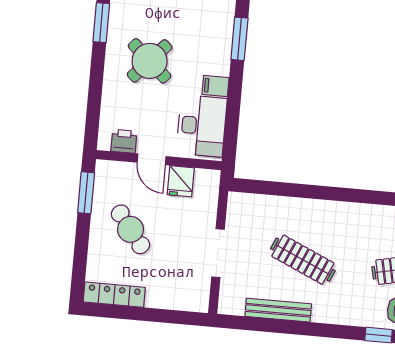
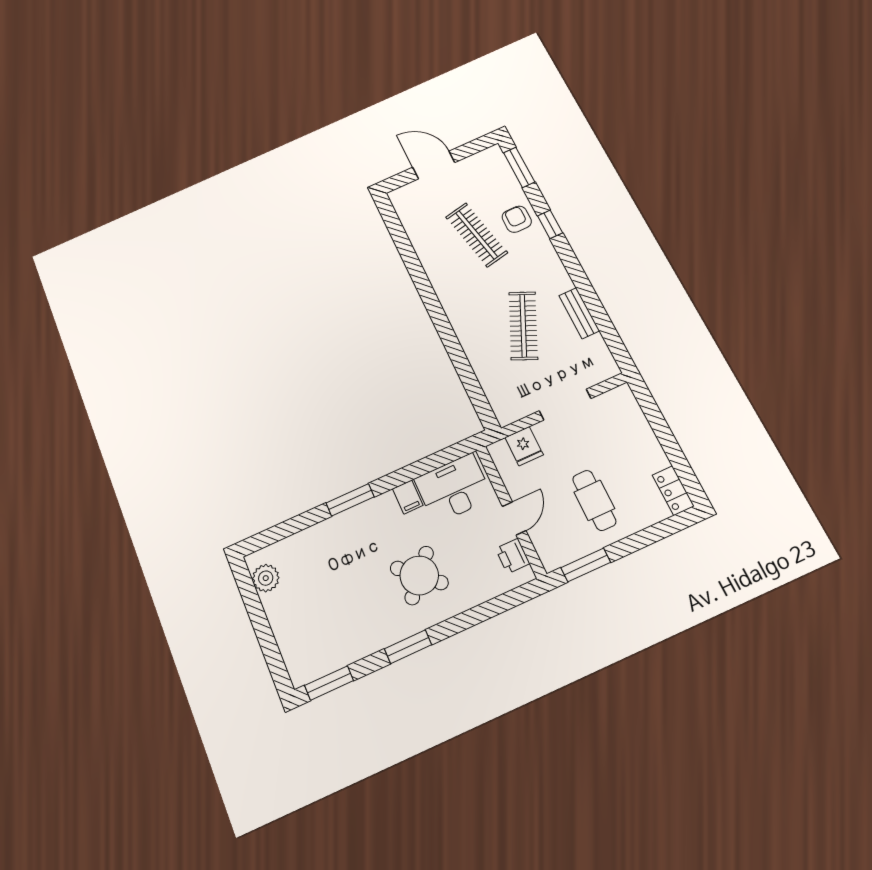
fridge: (181, 181) -> (524, 446), moved, turned 90
cafe table: (130, 229) -> (594, 500), turned -52
locker: (114, 295) -> (673, 491), width x0.66
bench: (278, 310) -> (579, 313), width x0.73

